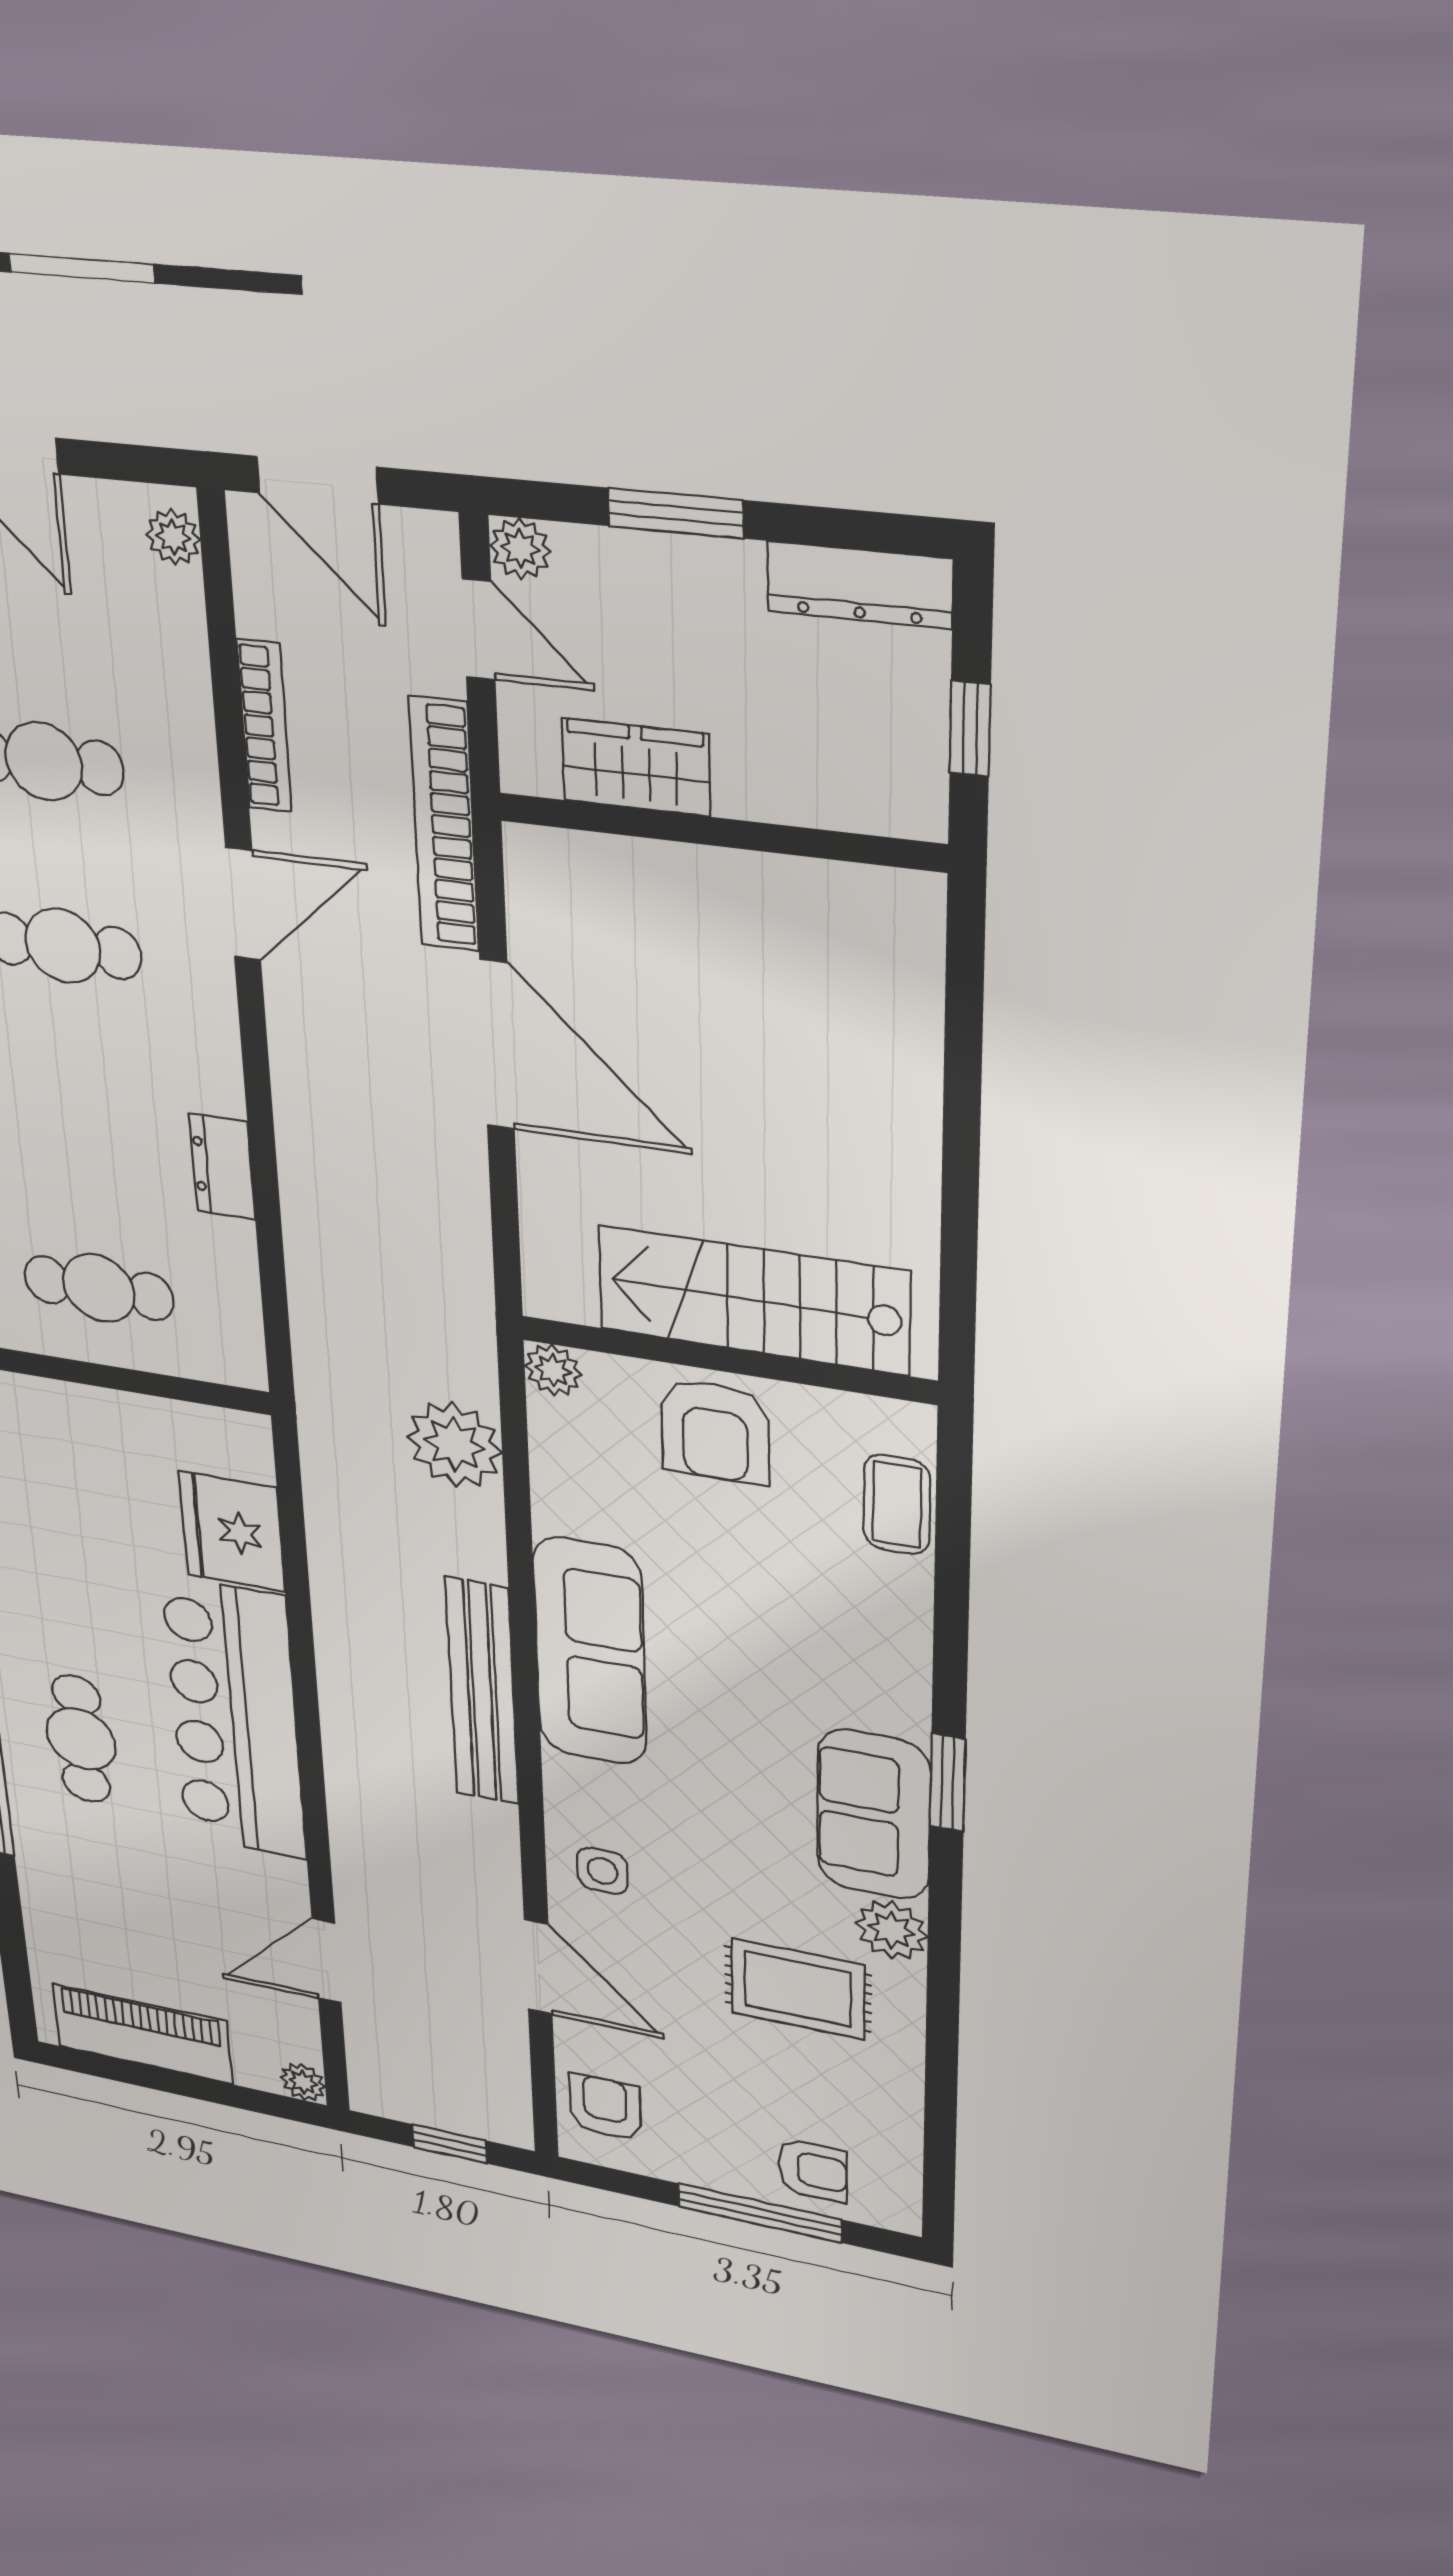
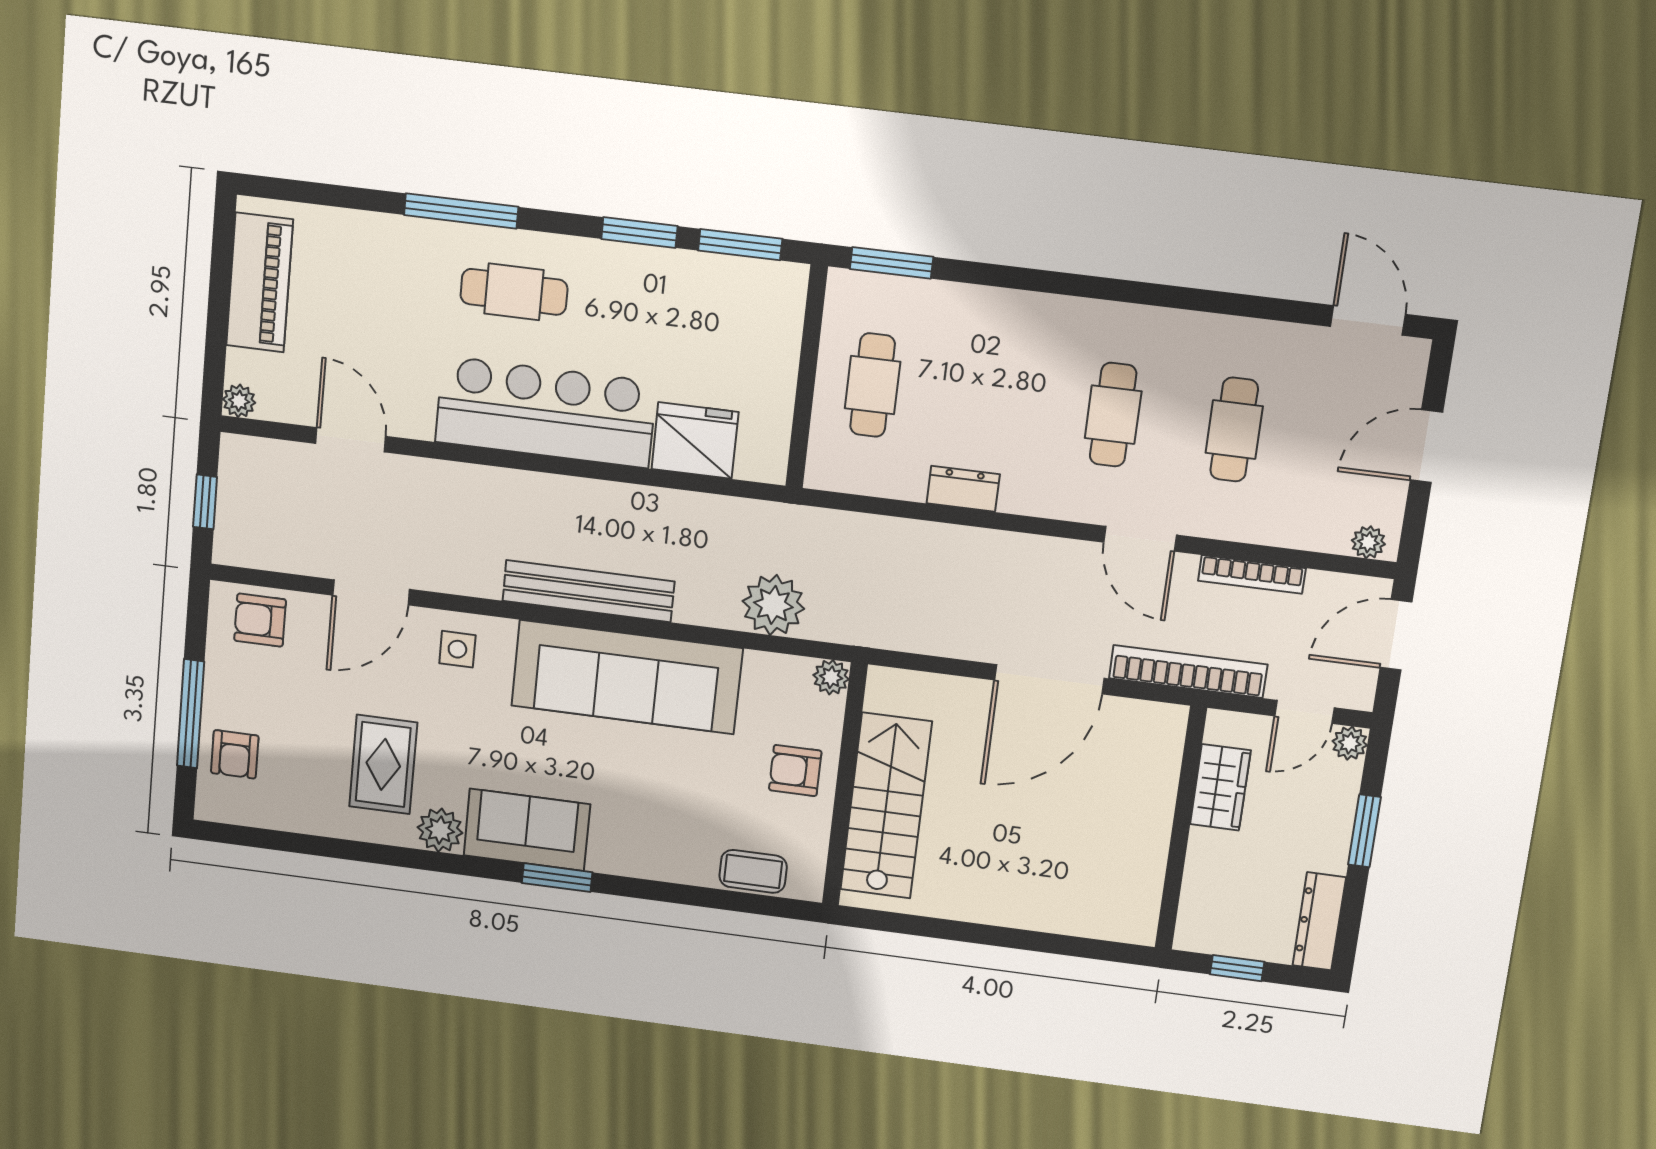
armchair: (715, 1431) -> (795, 770), width x0.72, depth x0.72
sofa: (590, 1652) -> (627, 677), width x1.36, depth x1.27
armchair: (605, 2107) -> (260, 620), turned 180

